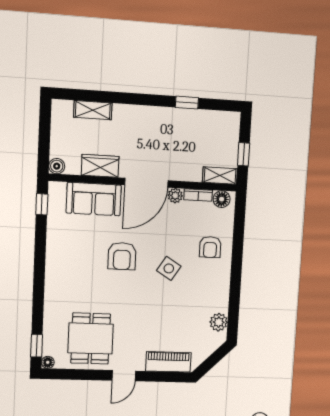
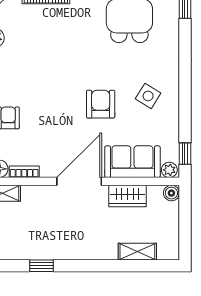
plant: (175, 196) -> (169, 170), moved
side table: (169, 268) -> (148, 96), moved

